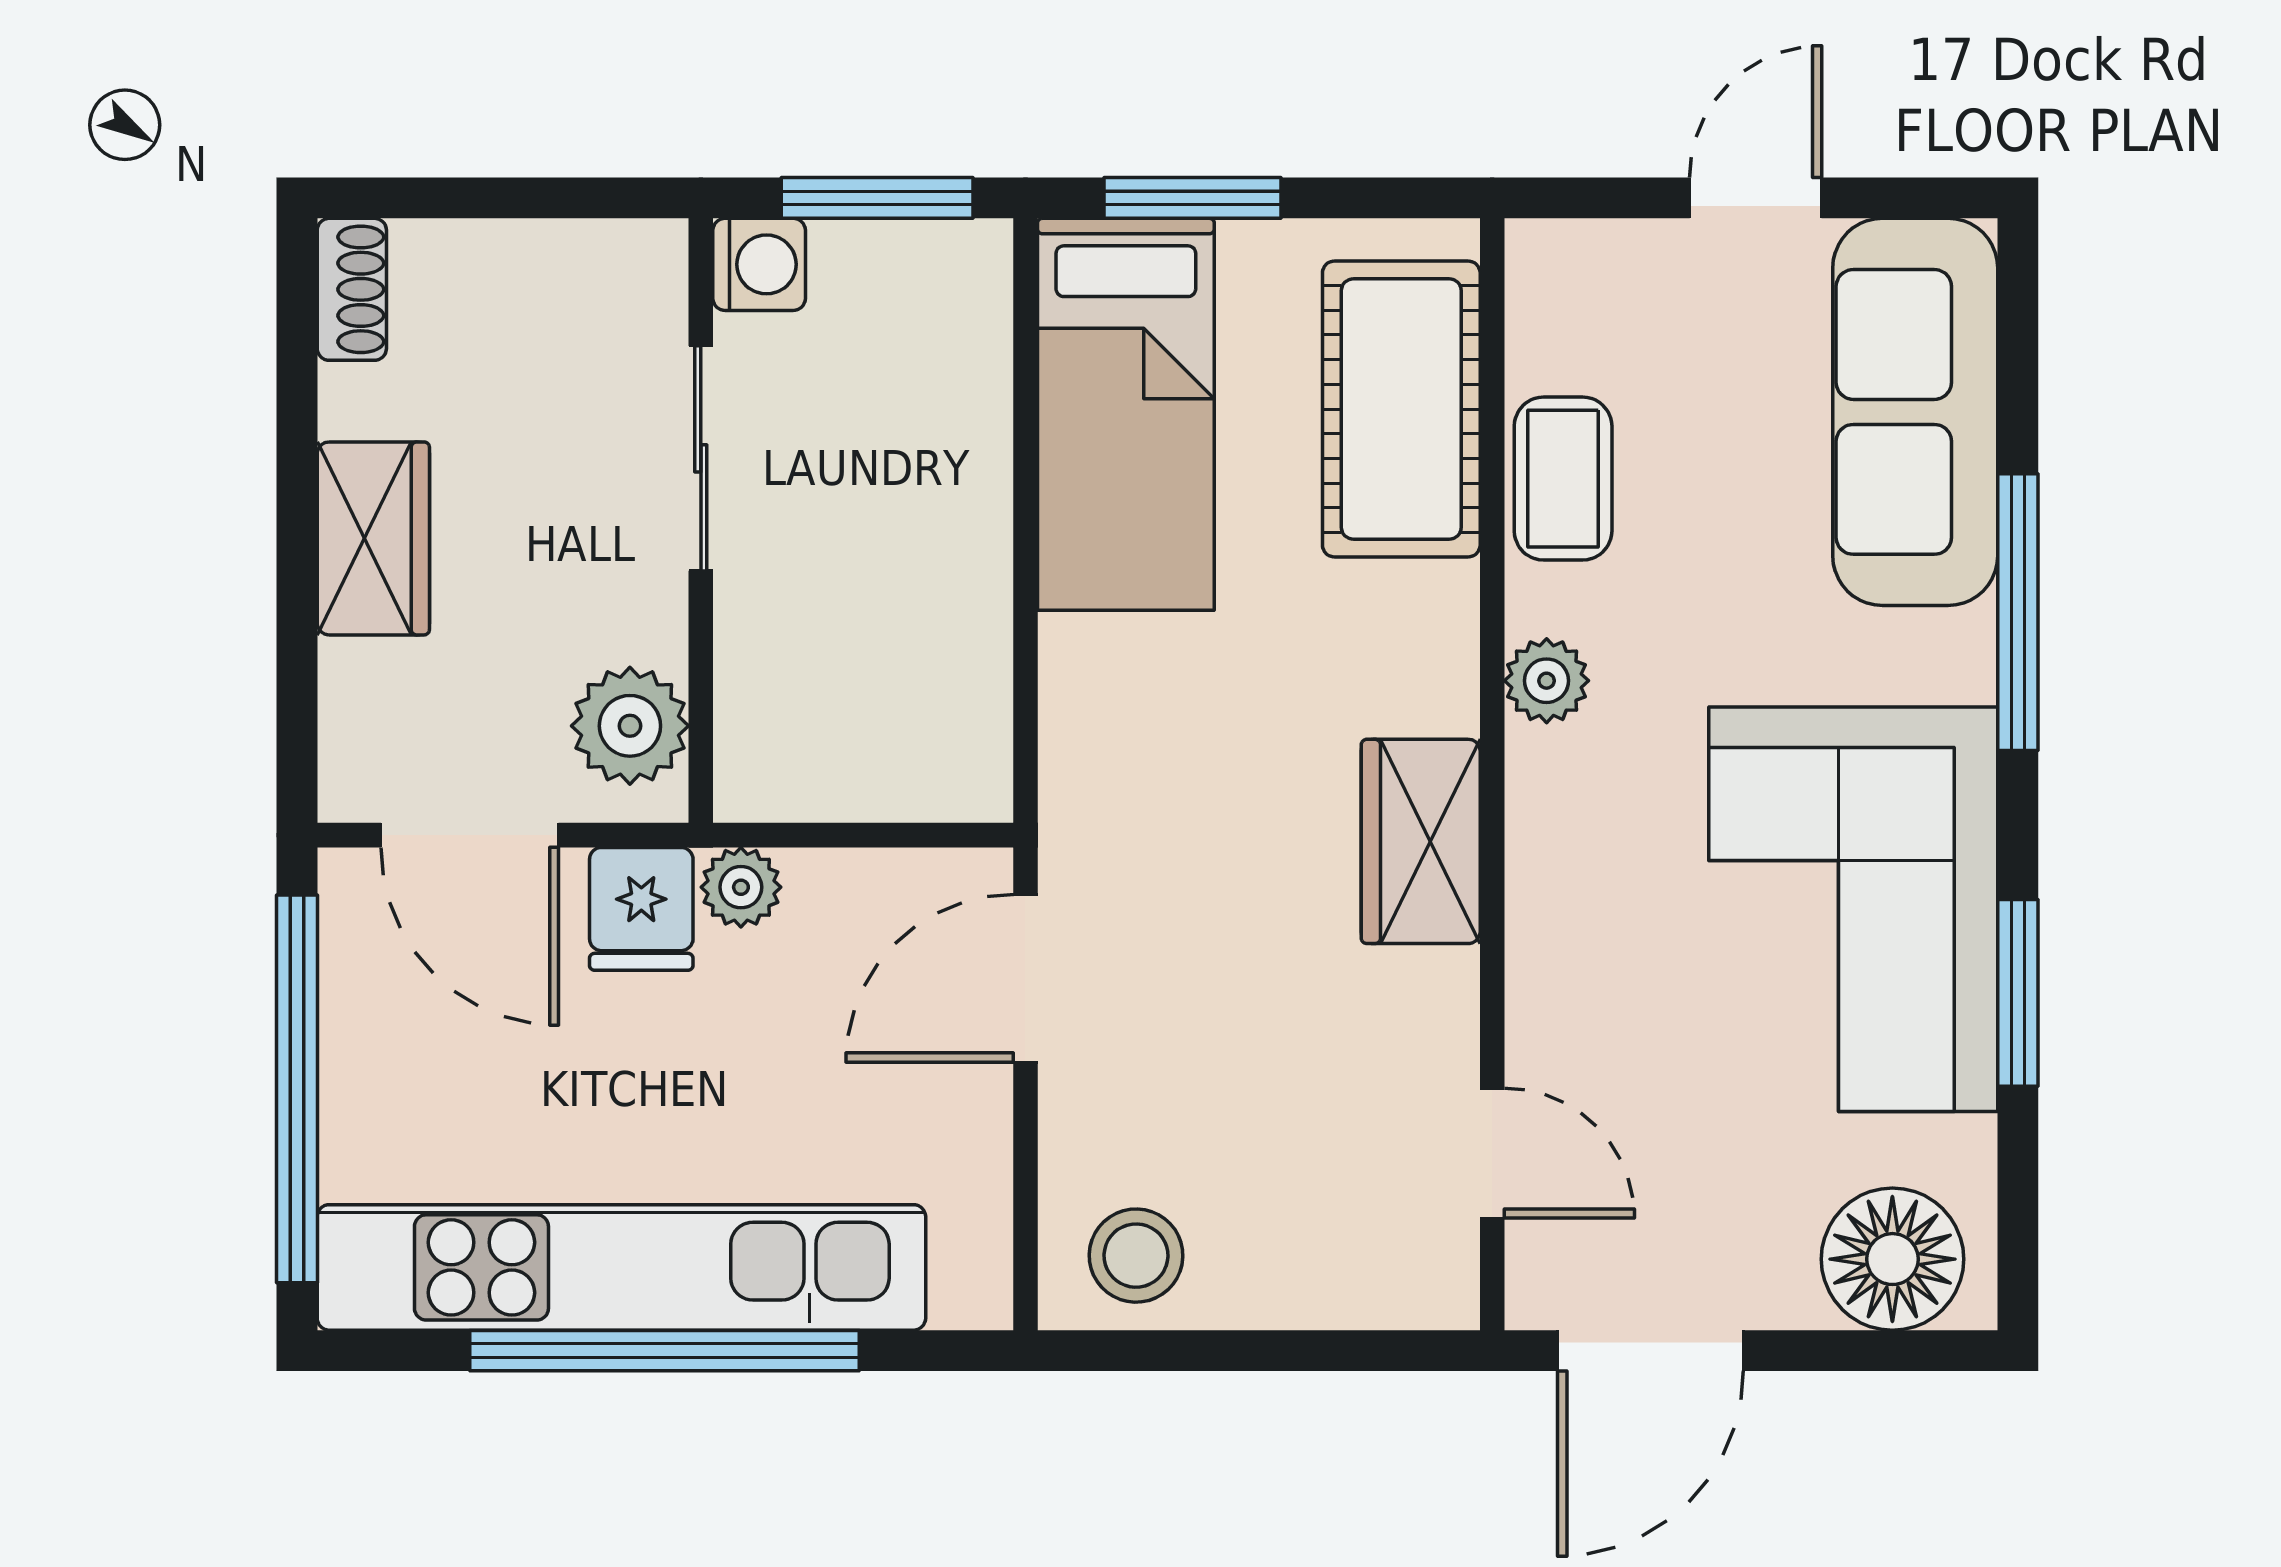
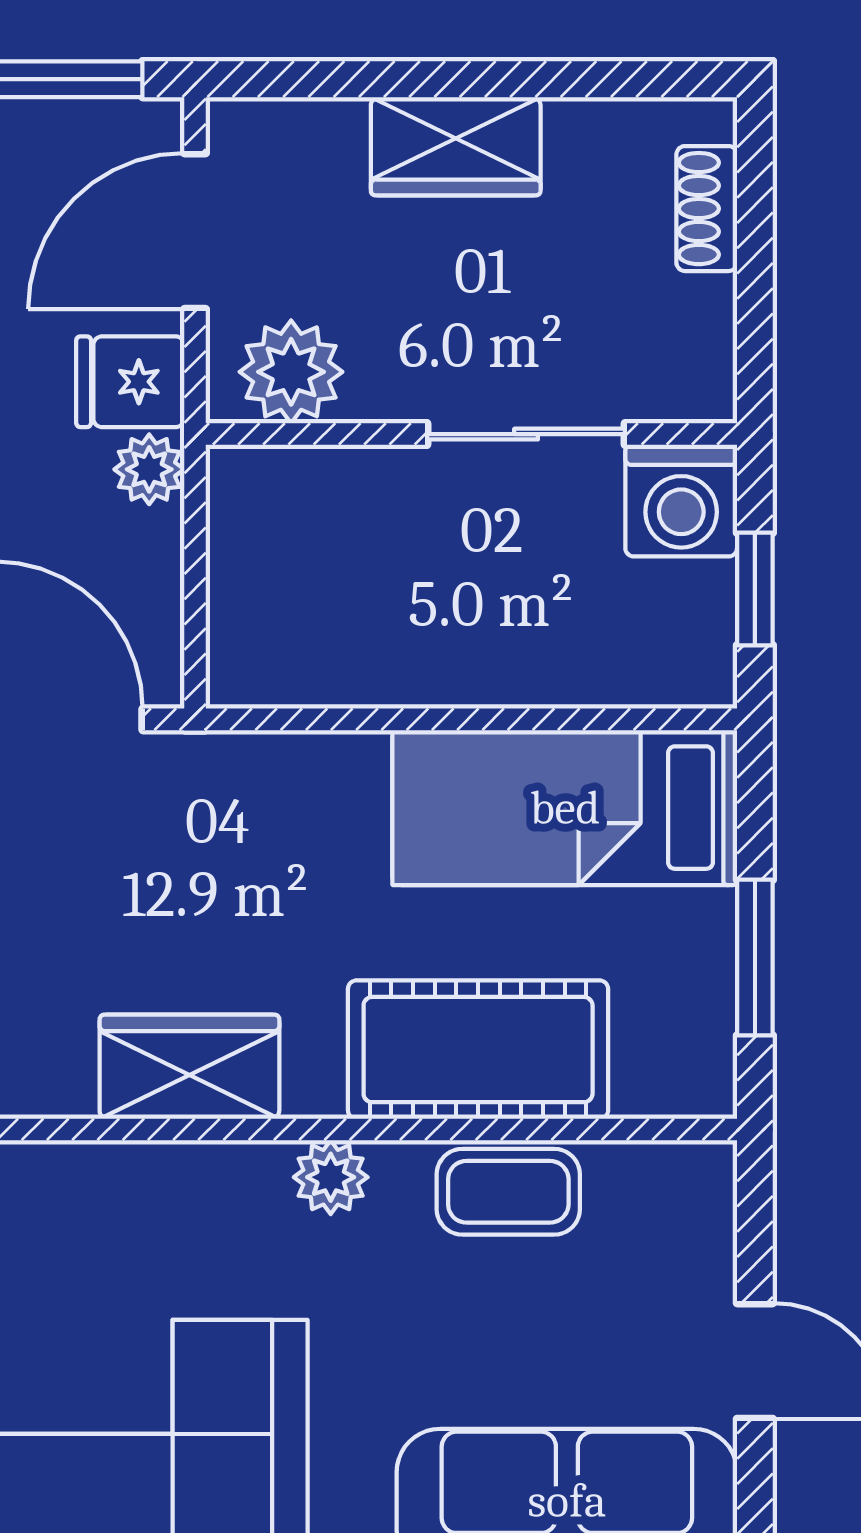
window: (877, 198) -> (755, 589), width x0.67
window: (1193, 198) -> (755, 958), moved
washing machine: (759, 264) -> (681, 501), width x1.38, depth x1.38
shoe rack: (352, 289) -> (707, 209), moved, turned 90
cot: (1401, 409) -> (478, 1050), moved

